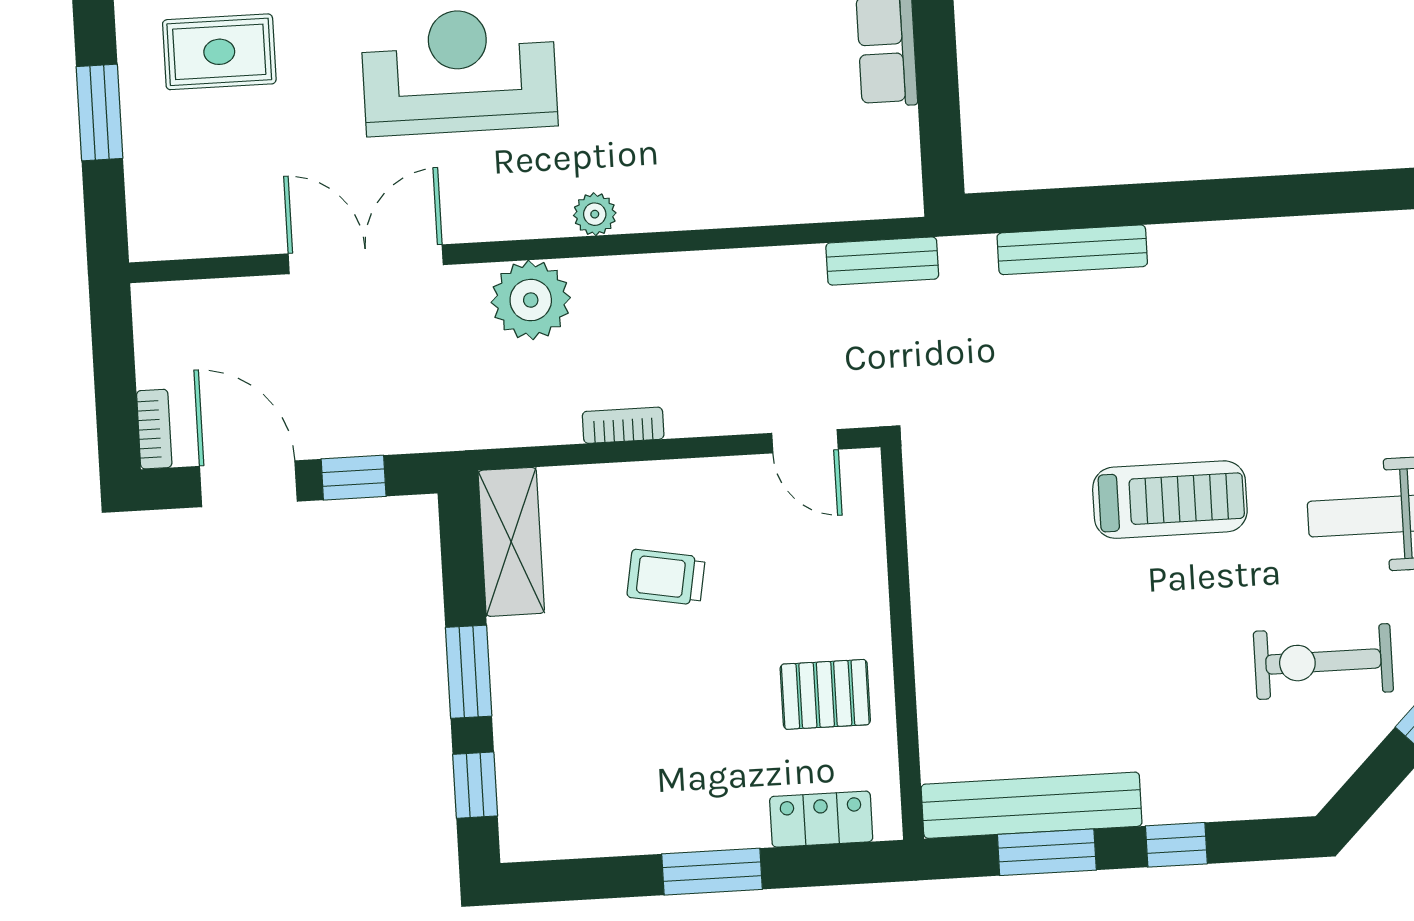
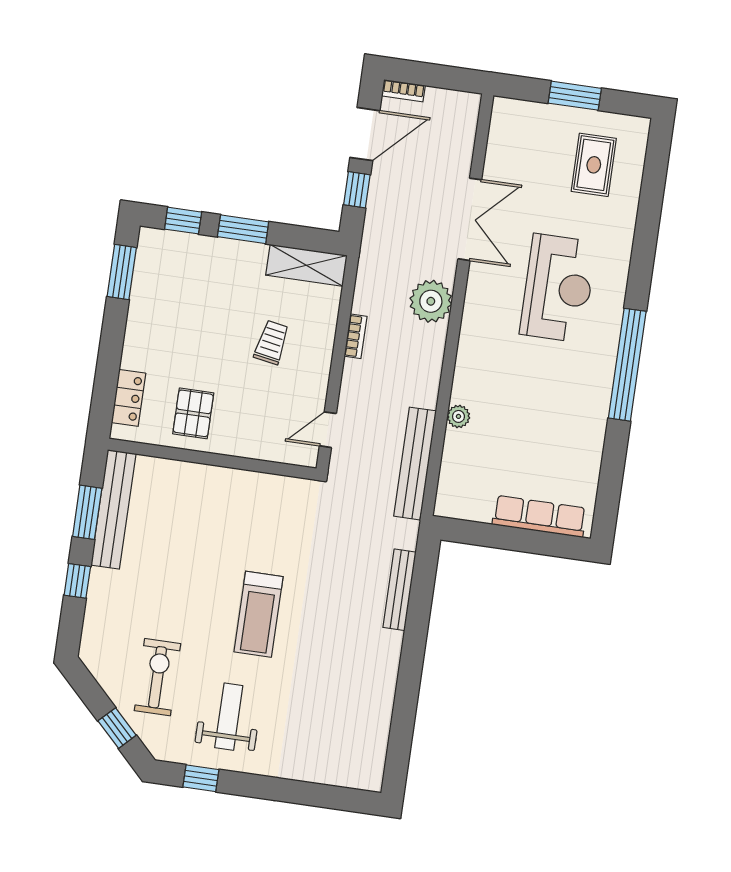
plant: (595, 214) -> (458, 416), moved
bench: (882, 261) -> (415, 464), width x1.86, depth x1.21
window: (712, 872) -> (122, 272), moved

